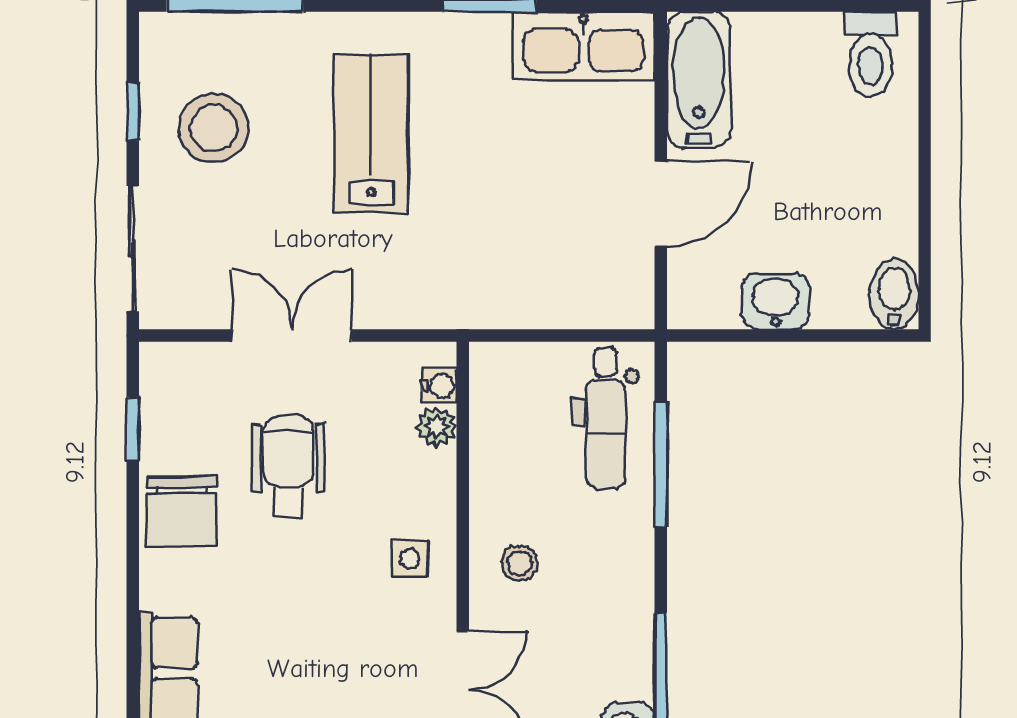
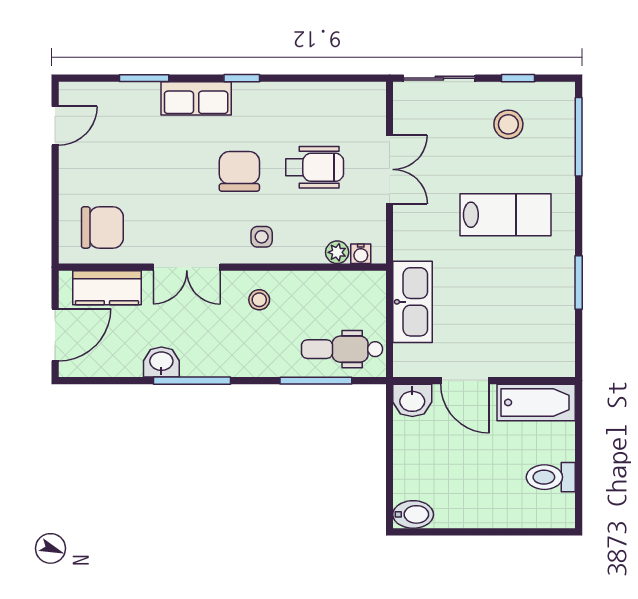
kitchen sink: (583, 46) -> (413, 302), moved, turned 180
toilet: (871, 54) -> (551, 477), moved
stool: (213, 128) -> (508, 124), width x0.73, depth x0.73
washbasin: (776, 301) -> (412, 400), moved, turned 90
window: (133, 429) -> (242, 78), moved
chair: (182, 511) -> (239, 171), moved, turned 90

